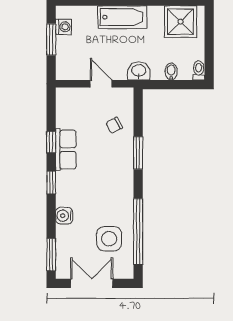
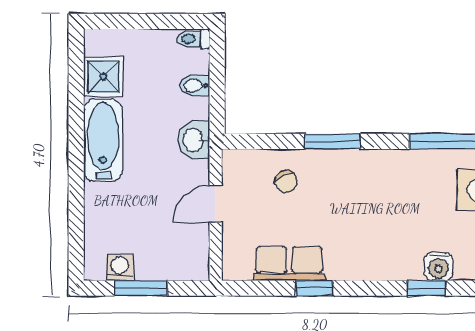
bathtub: (122, 17) -> (103, 140), moved
shower: (181, 22) -> (104, 77), width x0.73, depth x0.73
row of seats: (66, 150) -> (289, 264), moved
window: (51, 183) -> (426, 288), moved

